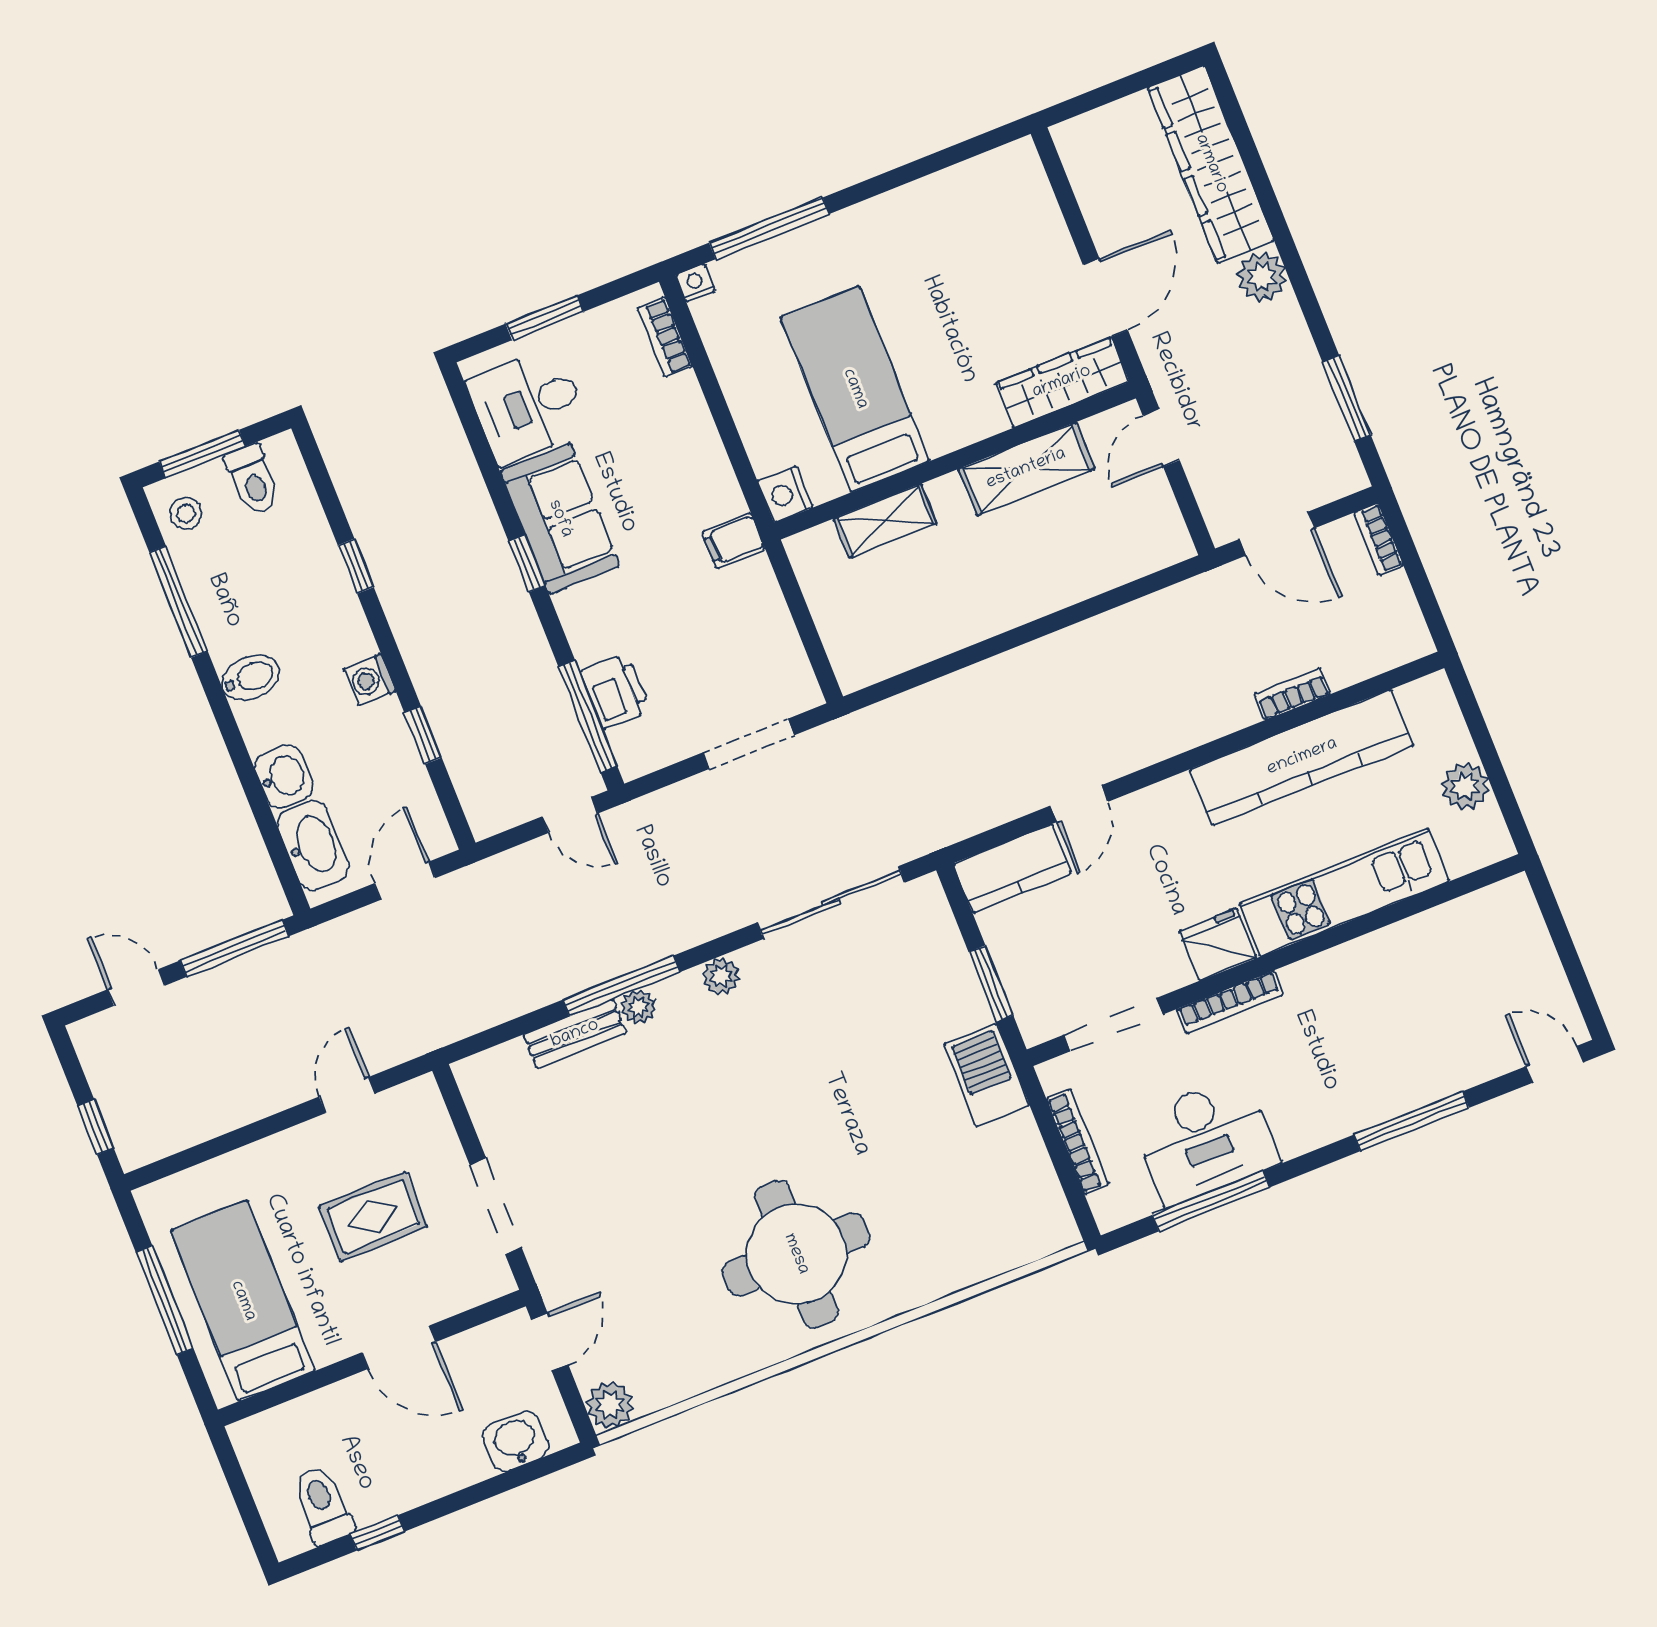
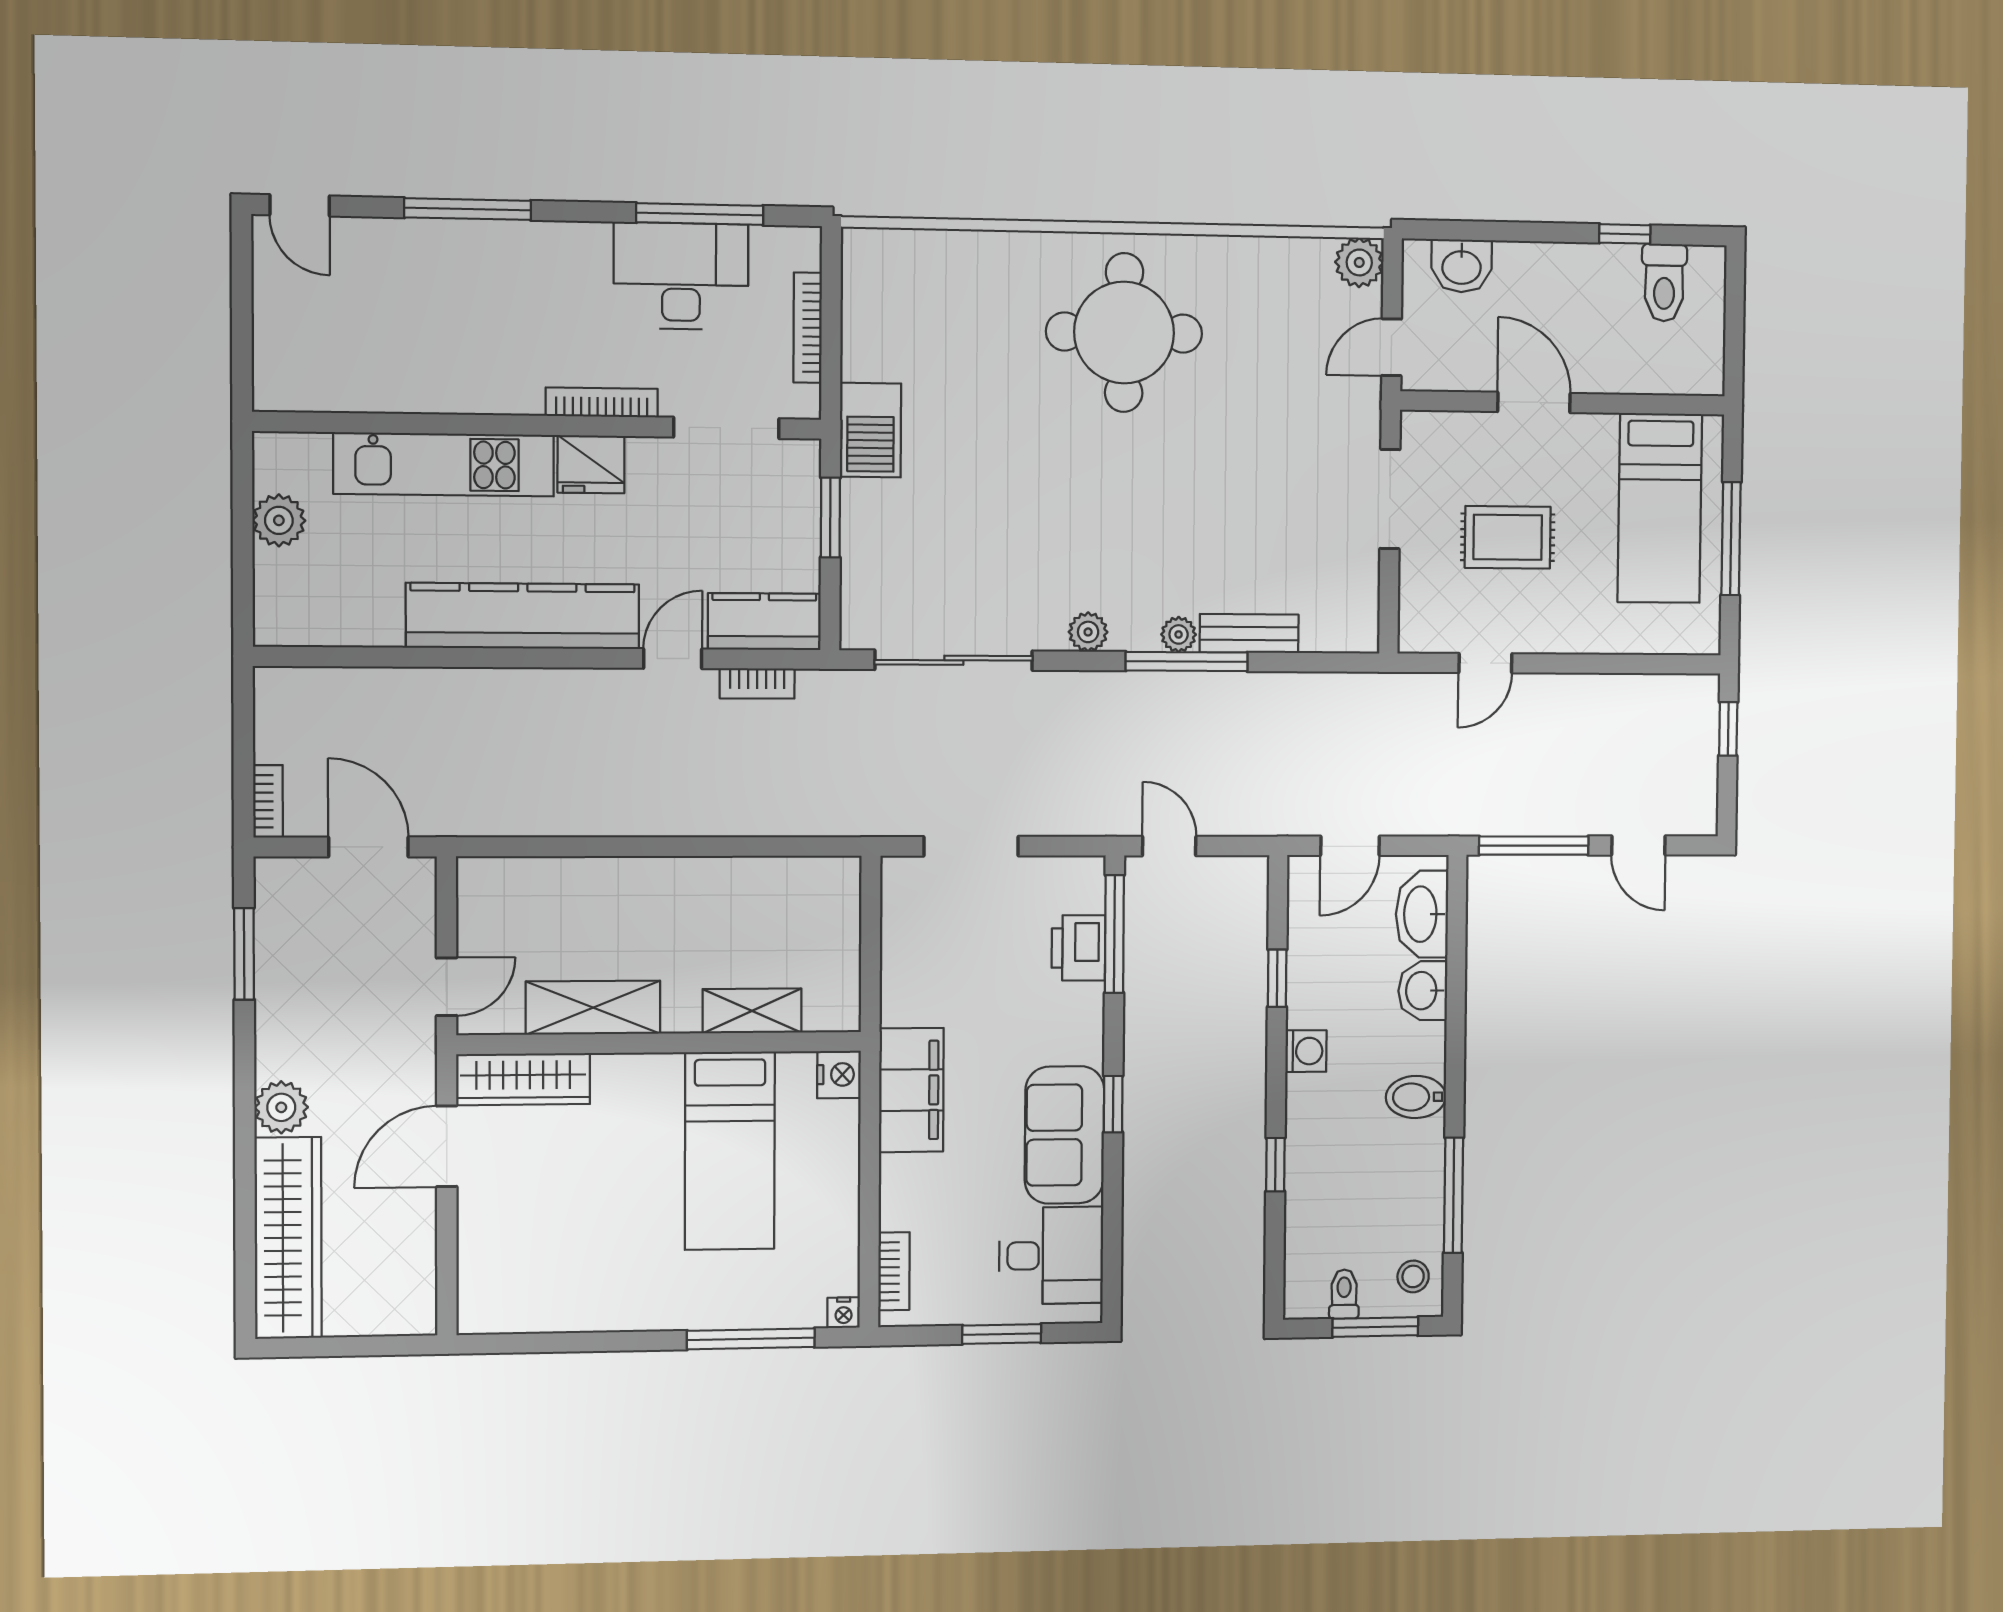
toilet: (252, 480) -> (1344, 1294), width x0.73, depth x0.72
filing cabinet: (734, 541) -> (911, 1090), width x3.00, depth x1.17
bookcase: (1292, 694) -> (757, 683), moved
kitchen counter: (1302, 757) -> (523, 616), moved

